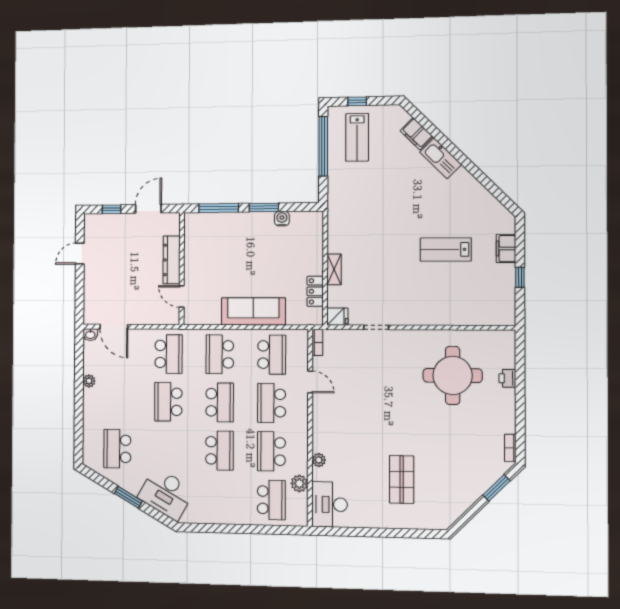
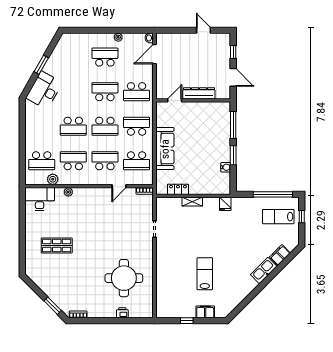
fridge: (337, 317) -> (225, 204), moved
school desk: (117, 449) -> (105, 57), moved

